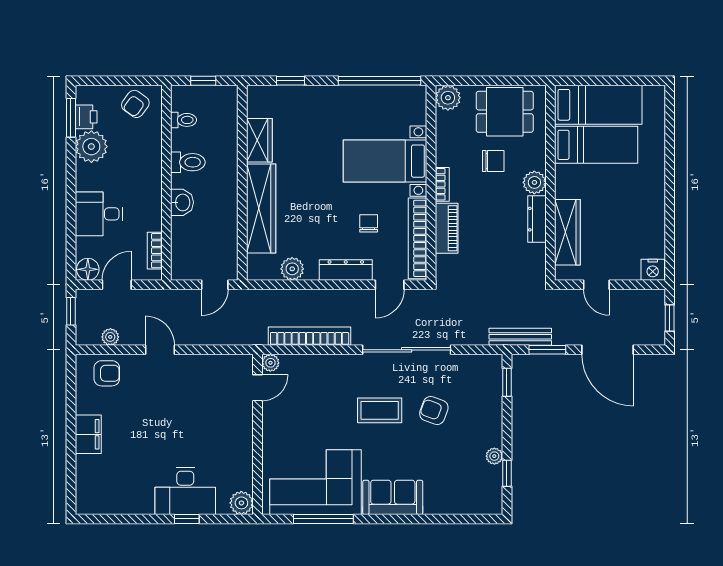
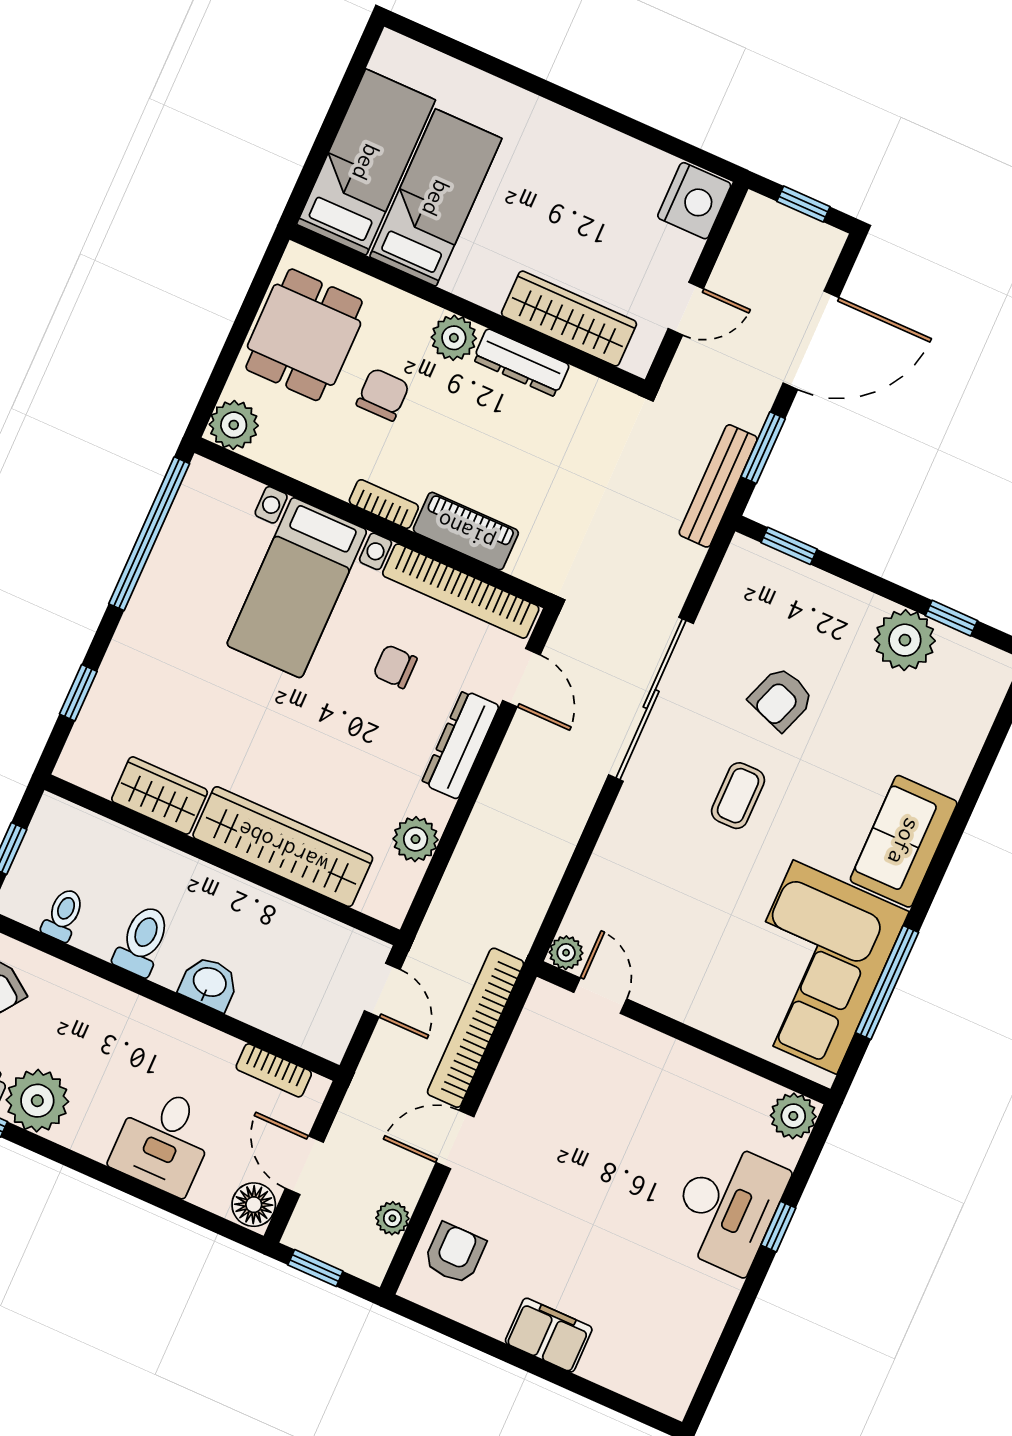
nightstand: (653, 270) -> (694, 201), width x1.36, depth x1.33
bookcase: (310, 336) -> (476, 1028), moved
coffee table: (380, 410) -> (738, 796), width x0.73, depth x0.77
plant: (494, 456) -> (905, 640), width x1.87, depth x1.87

